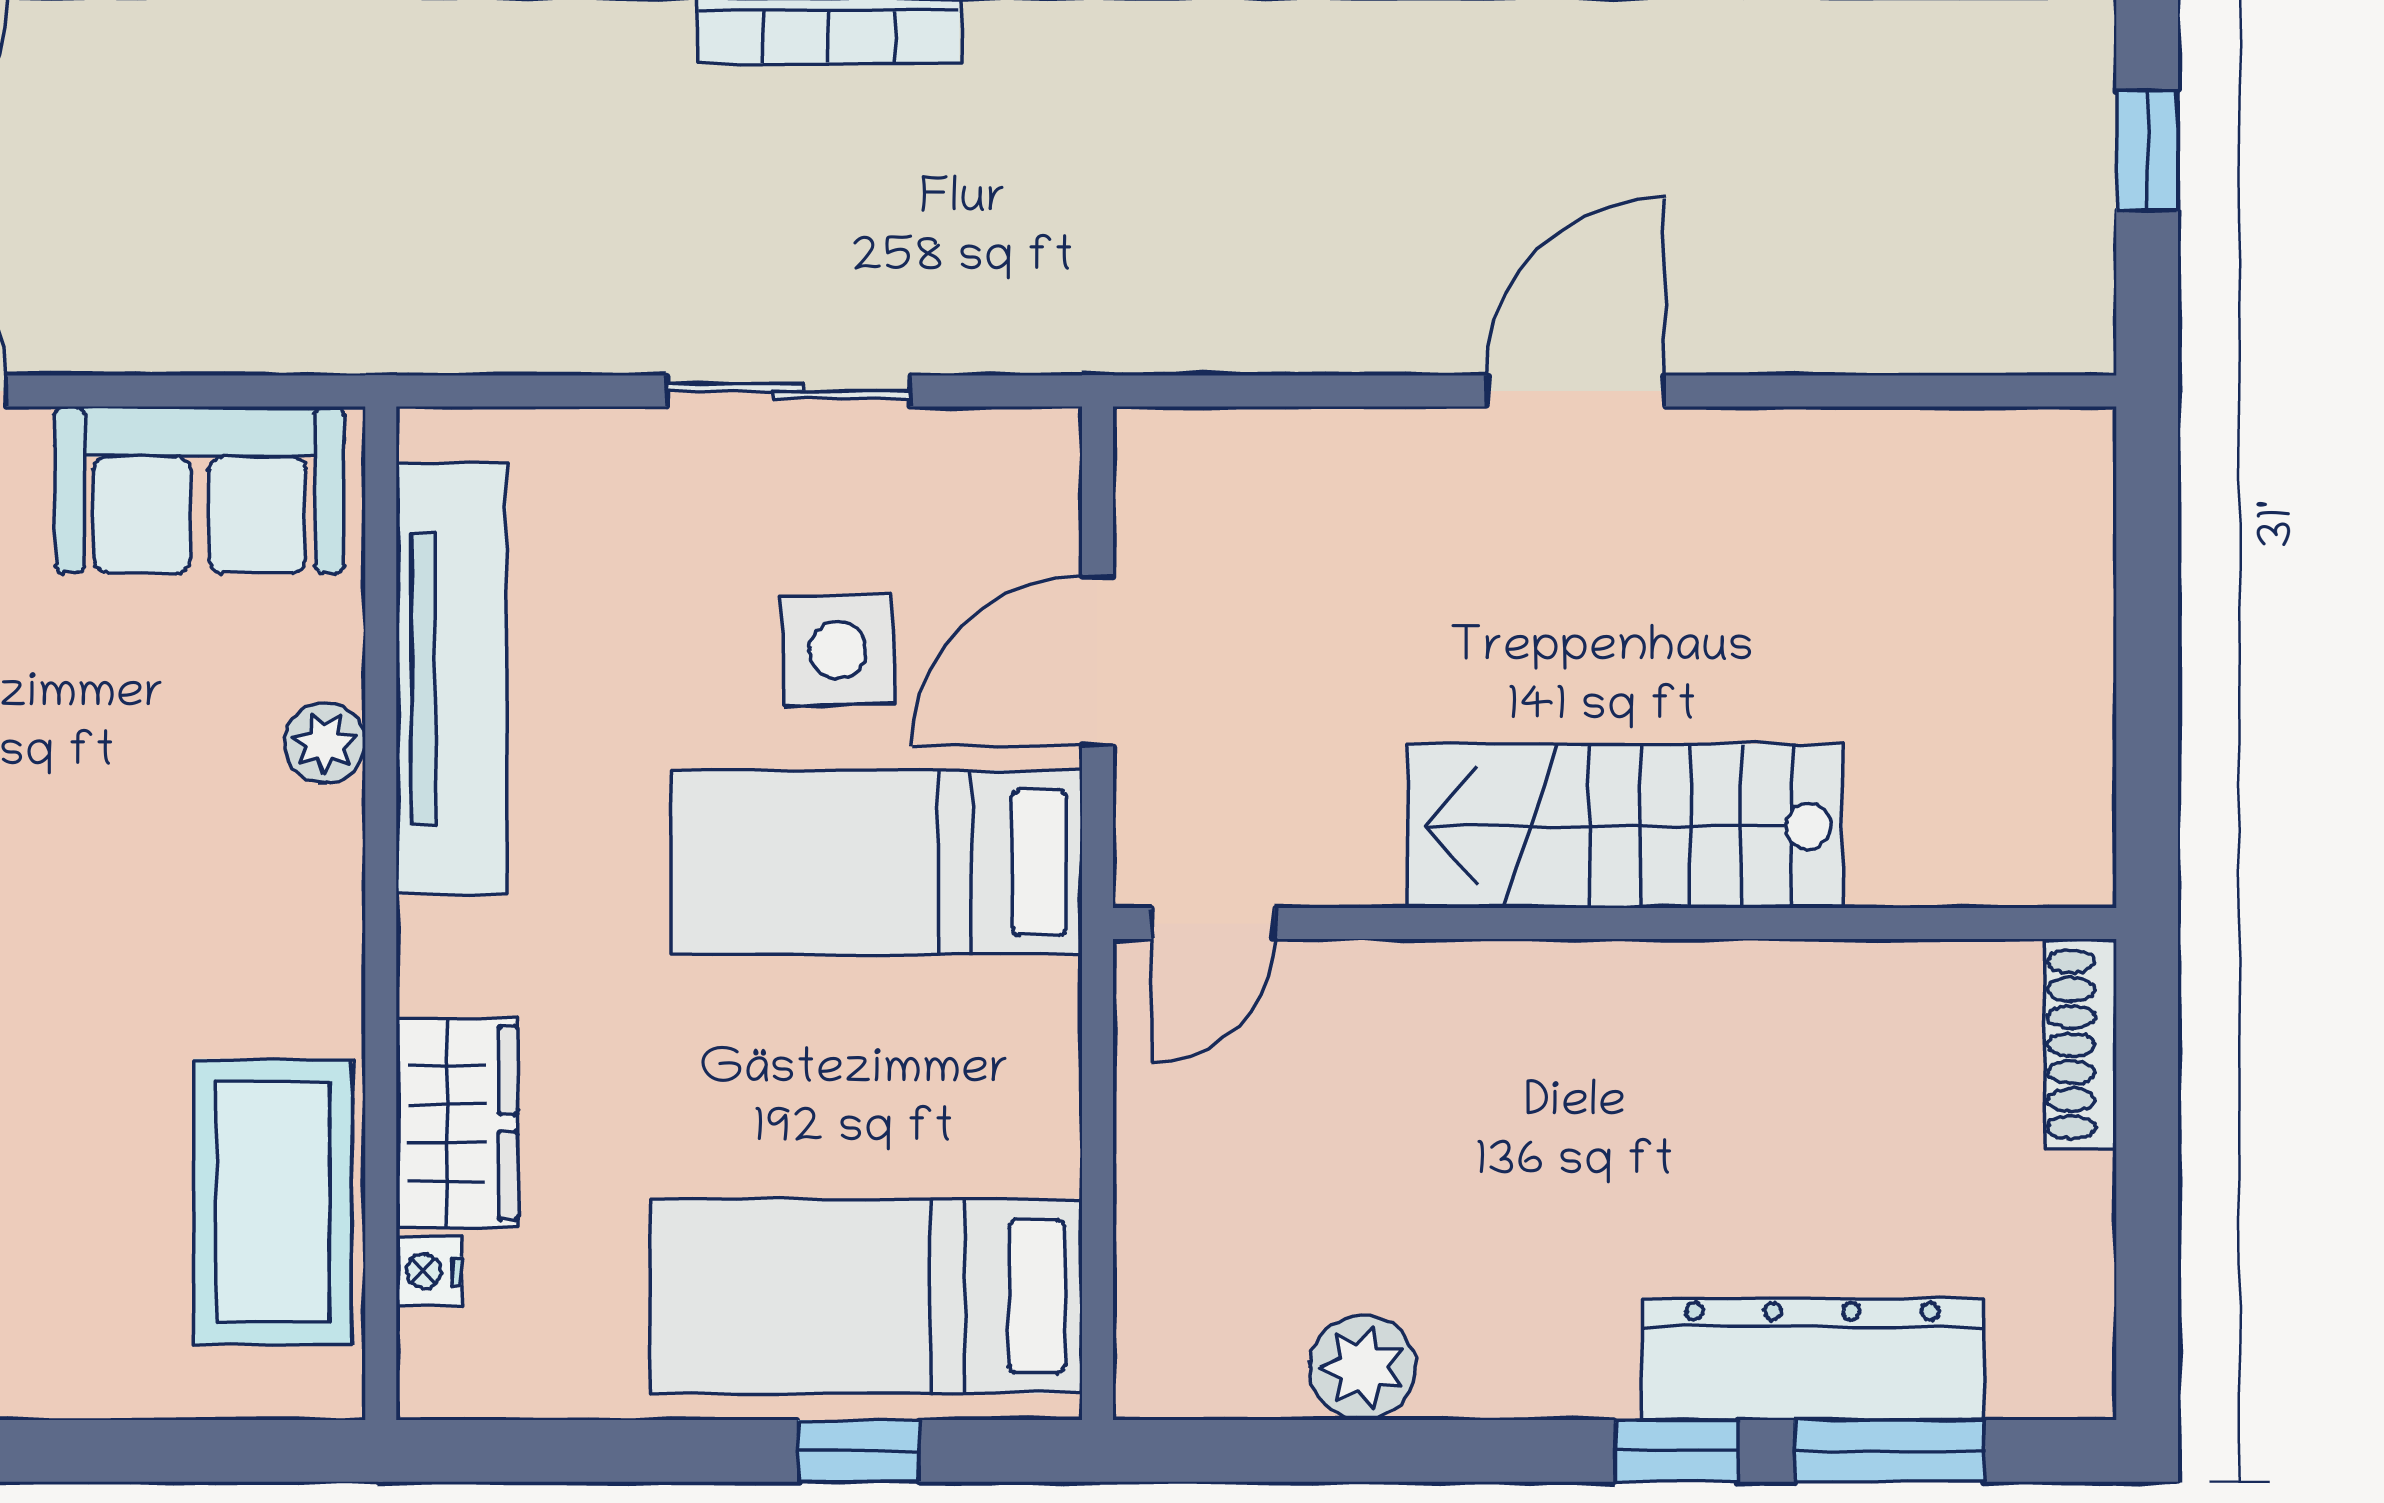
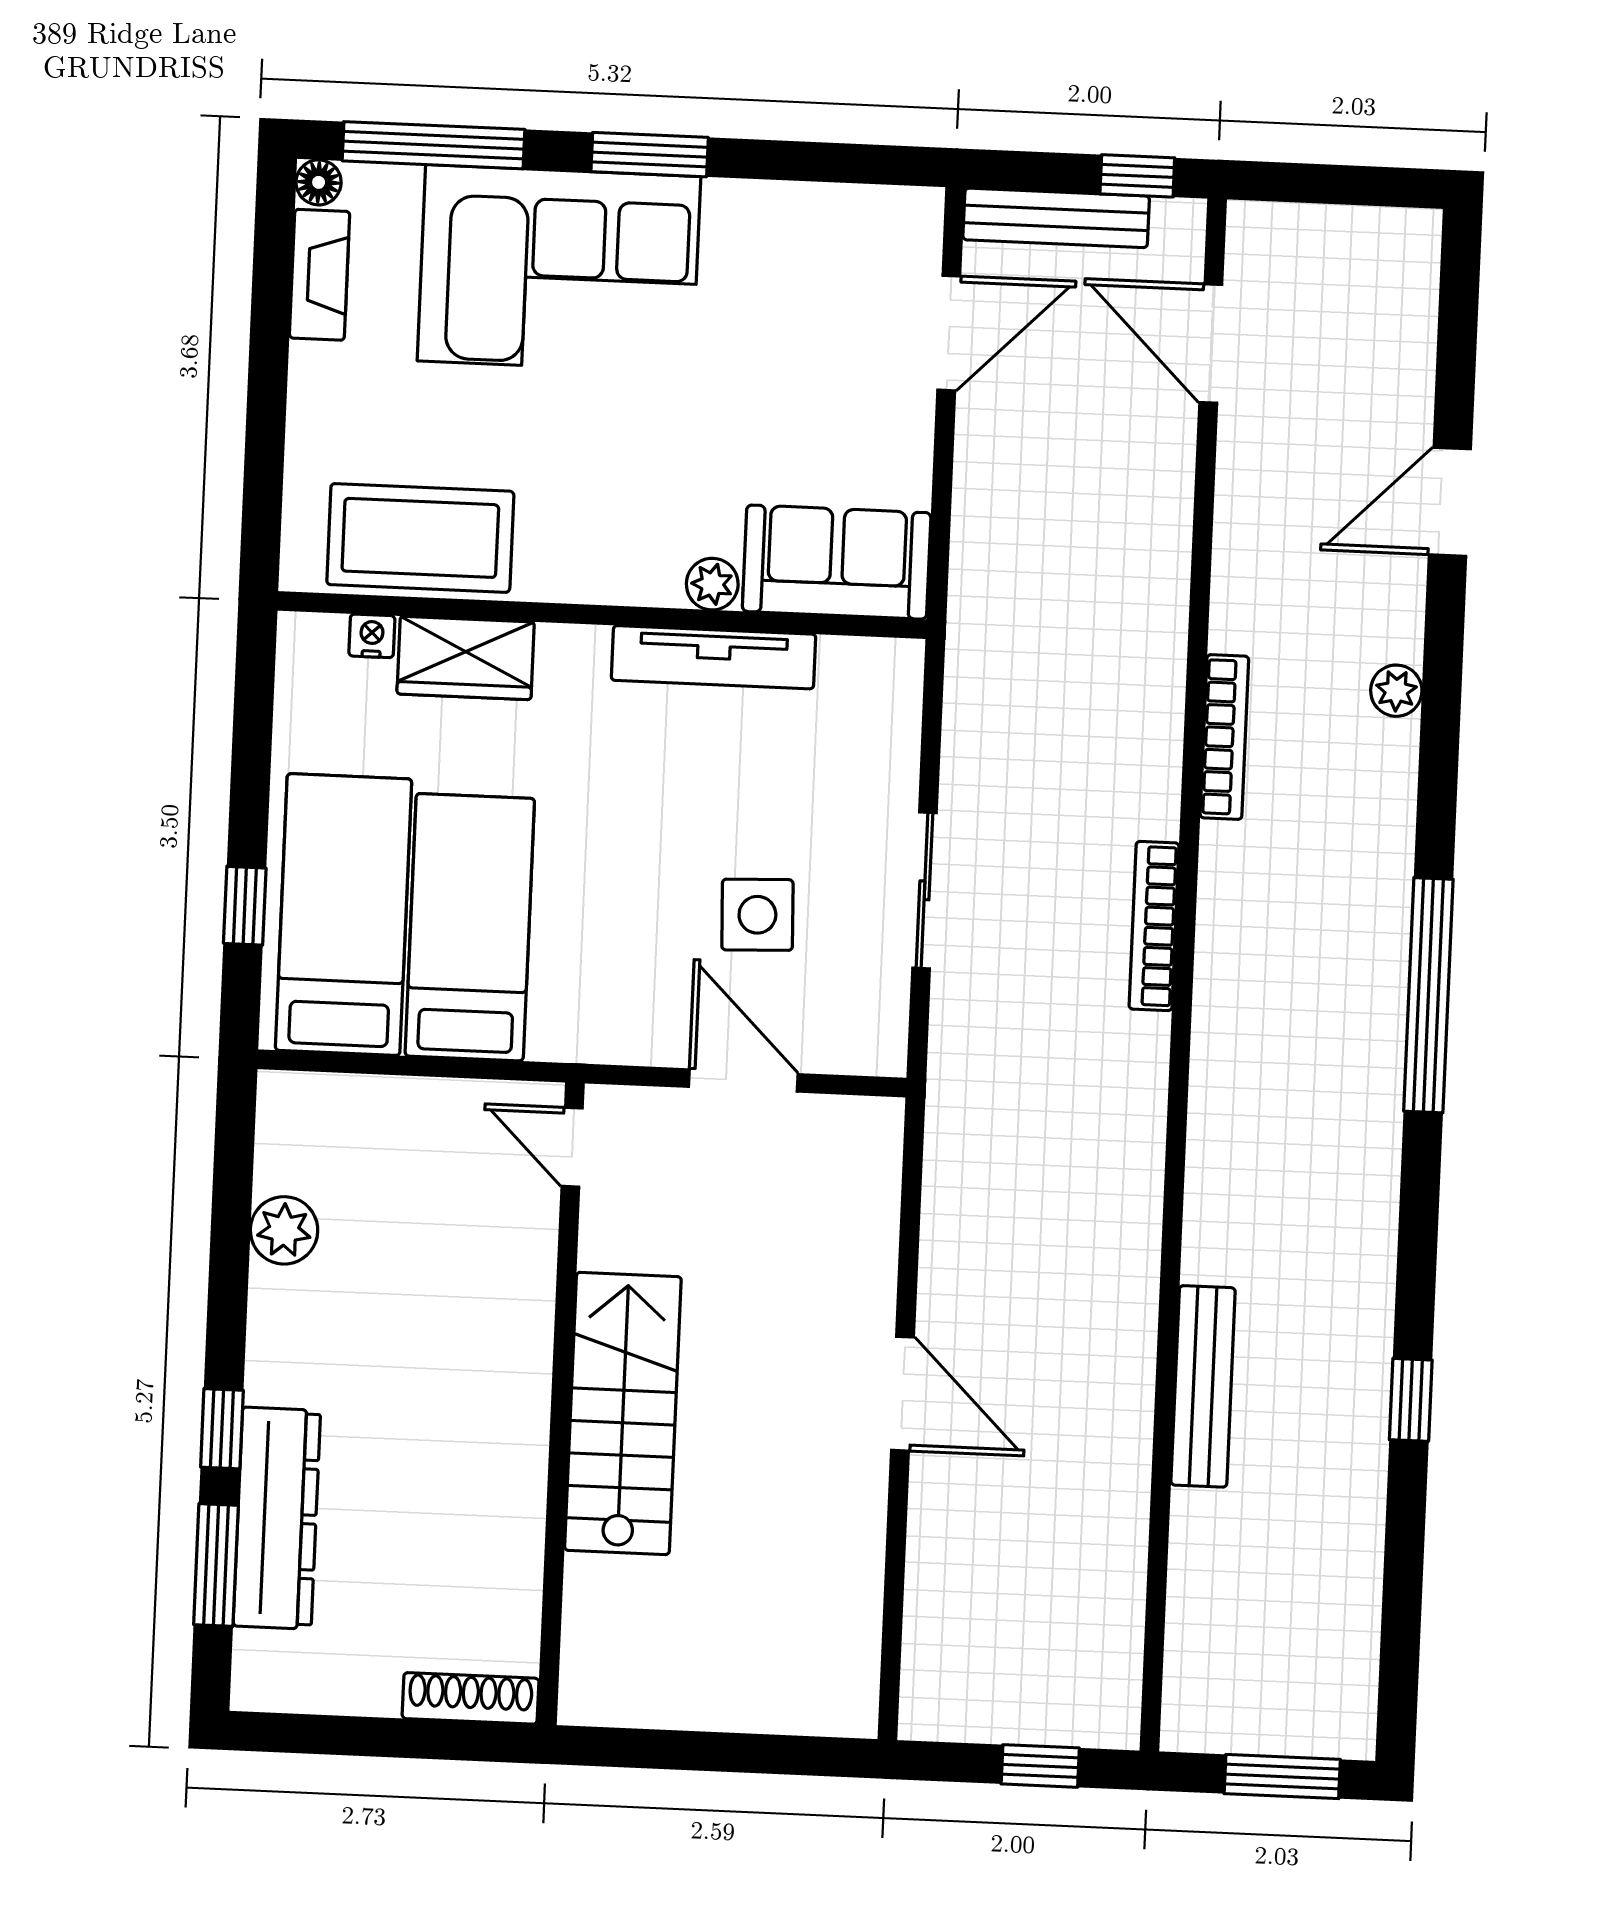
sofa: (200, 490) -> (837, 562), moved, turned 90
tv unit: (451, 679) -> (714, 657), width x0.73, depth x0.78
bed: (877, 862) -> (470, 927), moved

